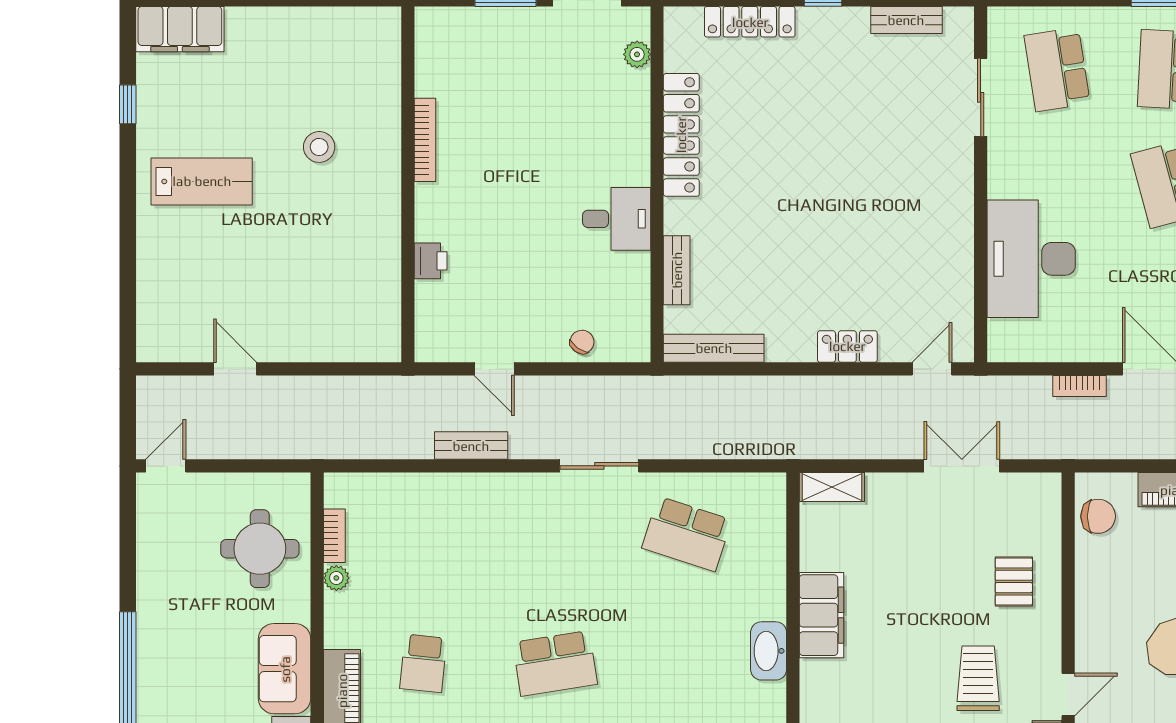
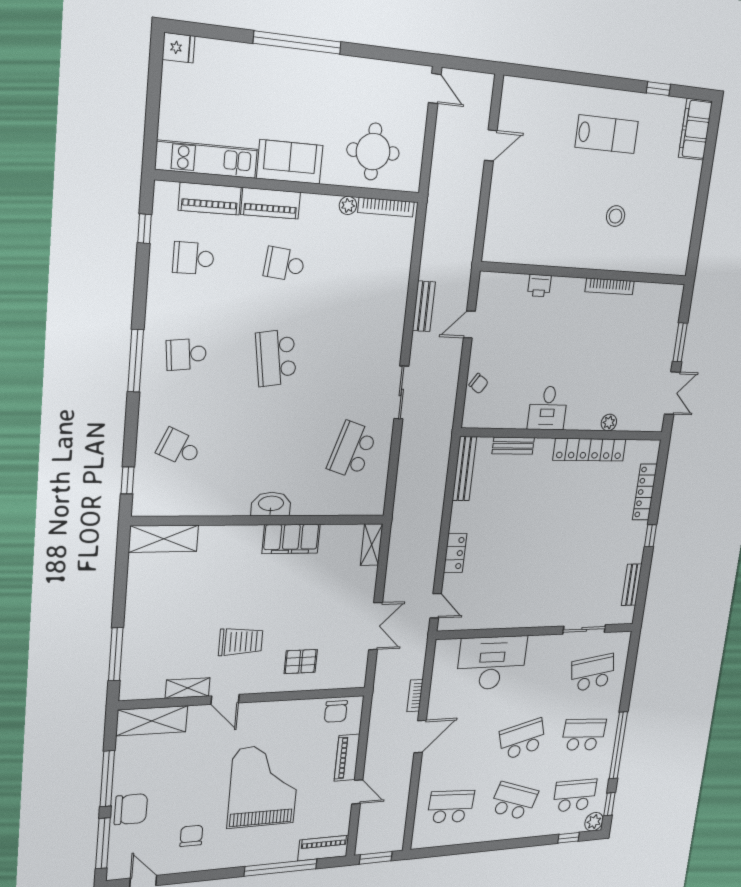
plant: (637, 54) -> (609, 422), moved
lab bench: (202, 181) -> (607, 134), turned -90
bookcase: (334, 536) -> (386, 207), width x1.56

